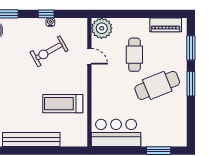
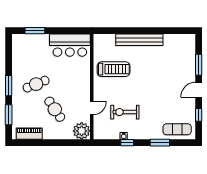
exercise bike: (49, 51) -> (125, 112), turned -151
cafe table: (134, 55) -> (55, 109), turned -34
door: (89, 56) -> (92, 108), swing flipped
cafe table: (157, 85) -> (36, 84), width x0.73, depth x0.74

